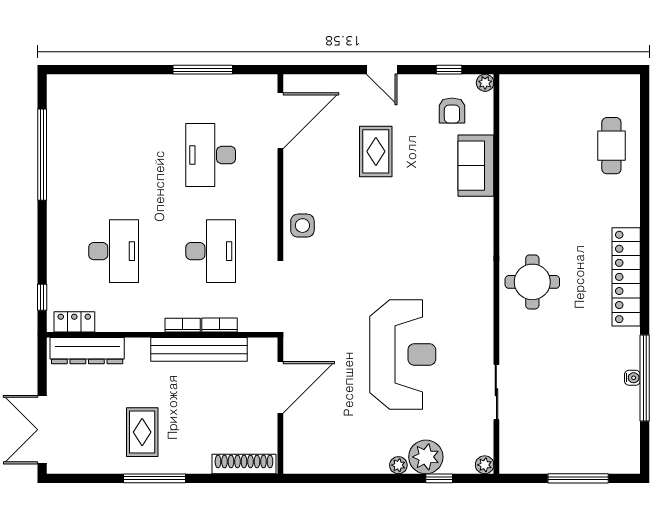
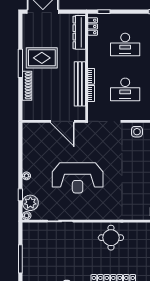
rug: (142, 432) -> (42, 58), width x1.36, depth x1.43
plant: (426, 457) -> (30, 203), moved
shoe rack: (244, 464) -> (27, 86), moved

